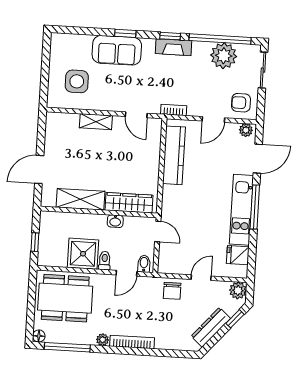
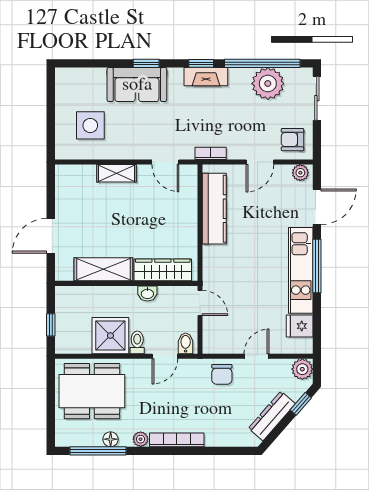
floor lamp: (39, 336) -> (111, 439), moved

